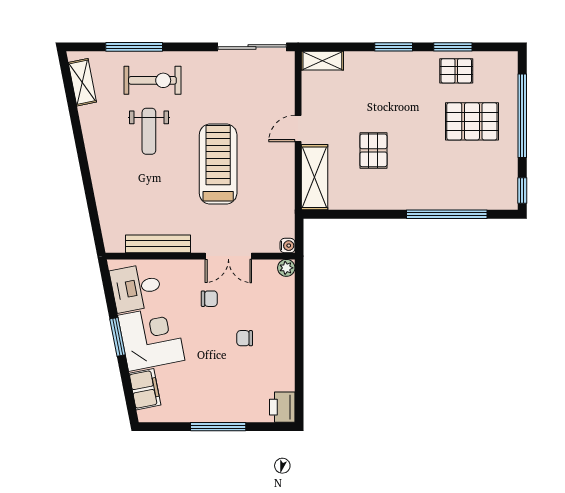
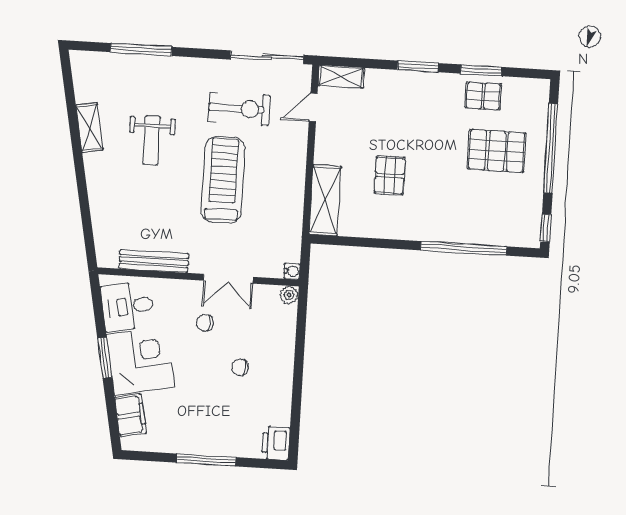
exercise bike: (152, 80) -> (239, 109), moved
shelving: (82, 82) -> (90, 128), moved
door: (298, 128) -> (313, 107), moved
chair: (209, 299) -> (205, 323), turned 180

